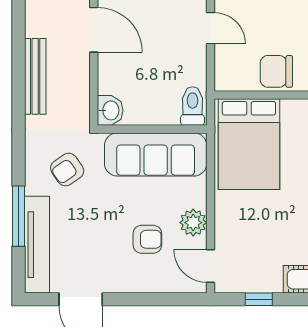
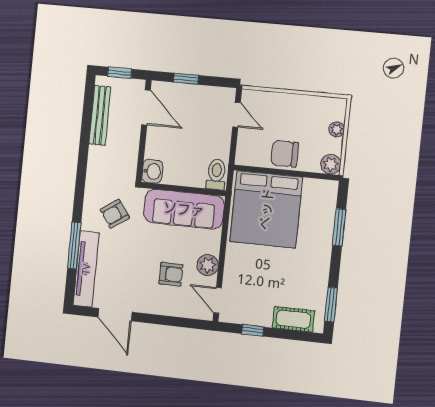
bench: (35, 76) -> (100, 115), moved
bed: (249, 144) -> (266, 209), width x1.36

